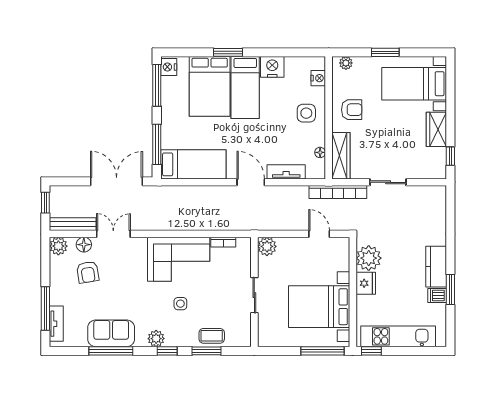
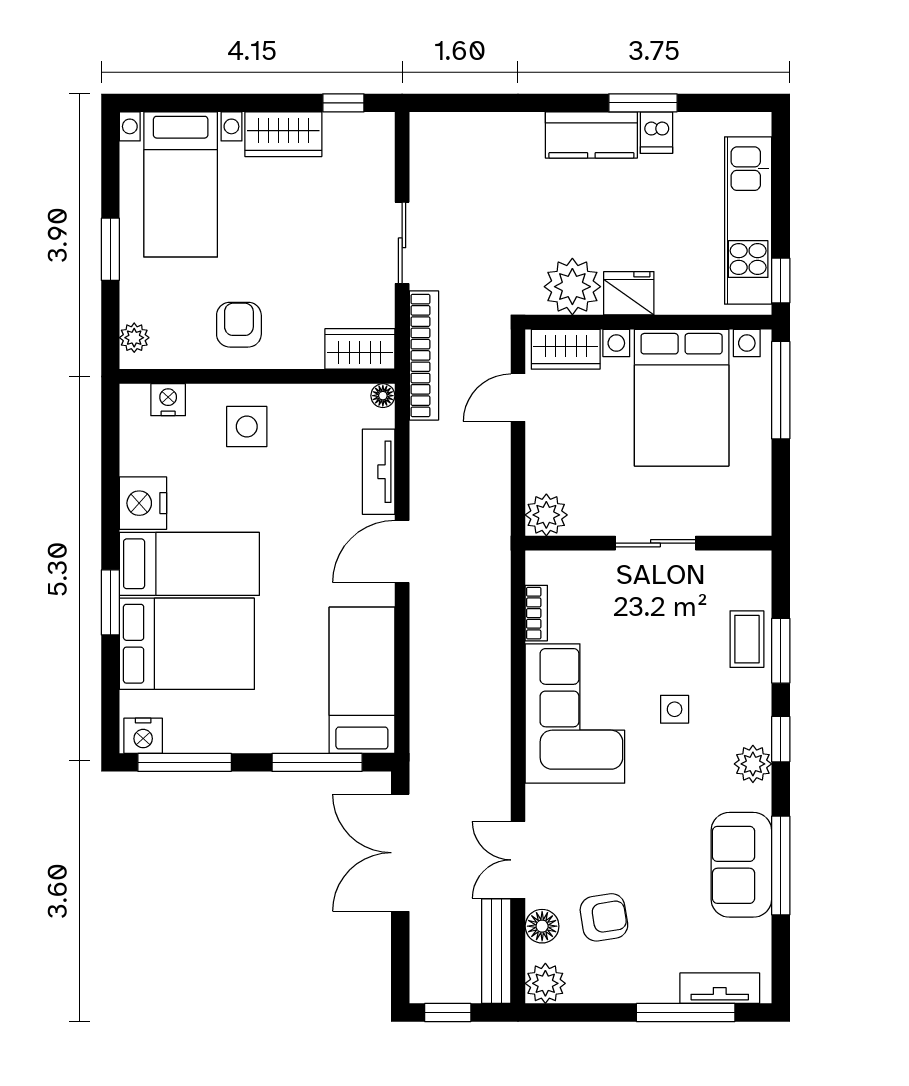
floor lamp: (320, 152) -> (383, 396), moved
wardrobe: (341, 156) -> (360, 349), width x0.67
wardrobe: (341, 255) -> (566, 349), added

